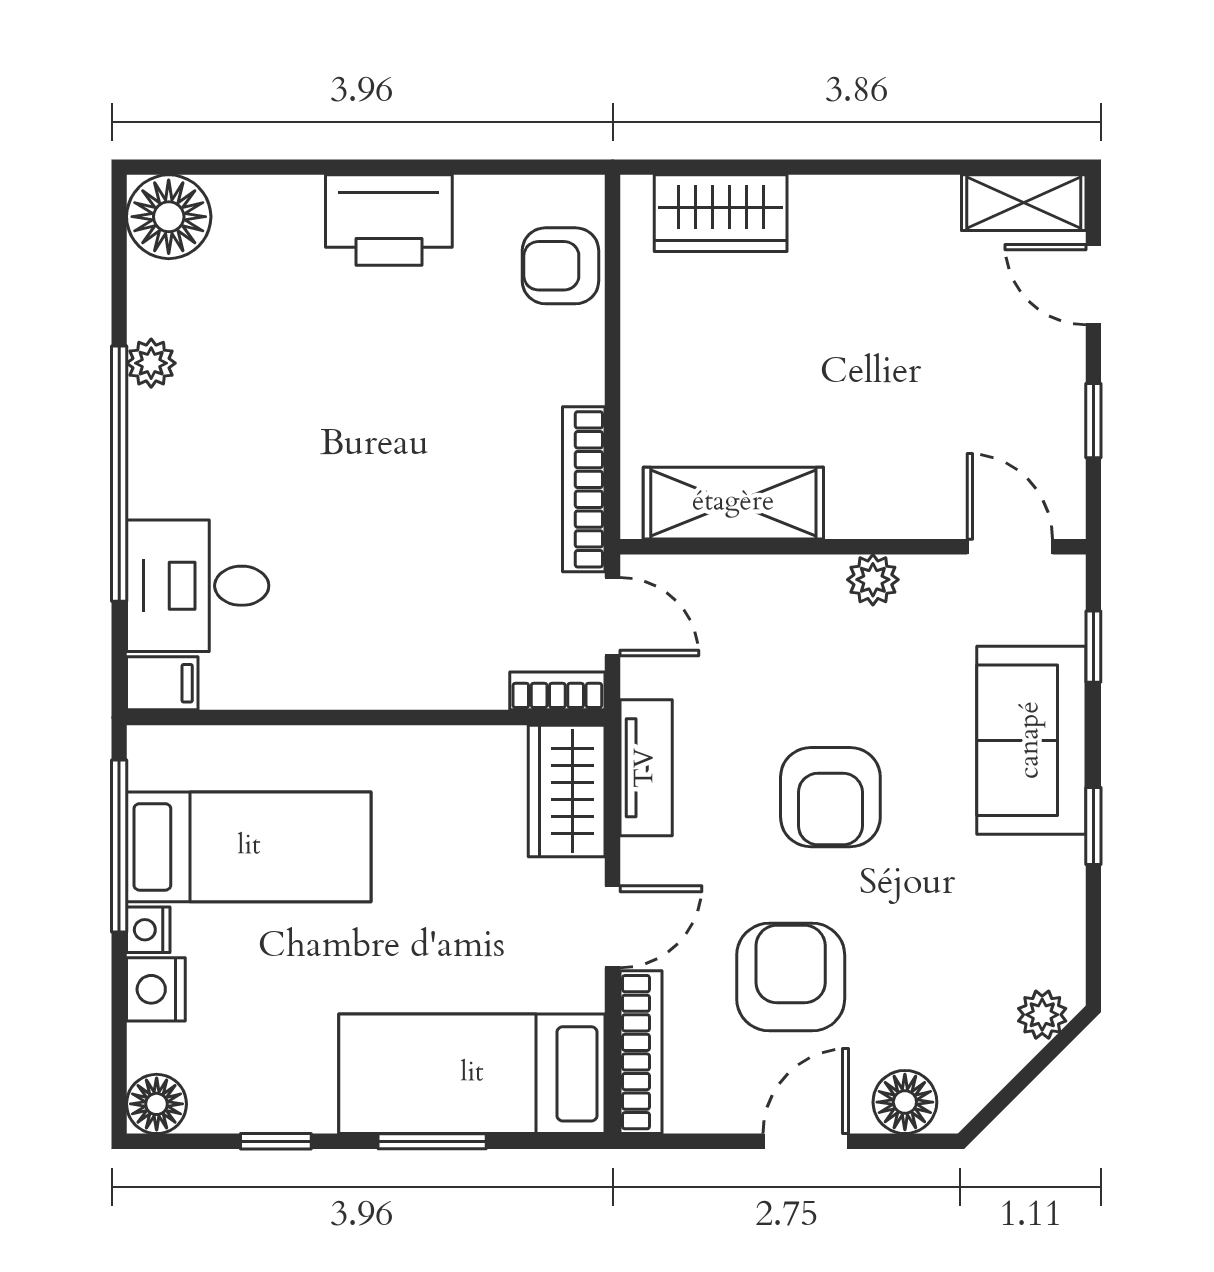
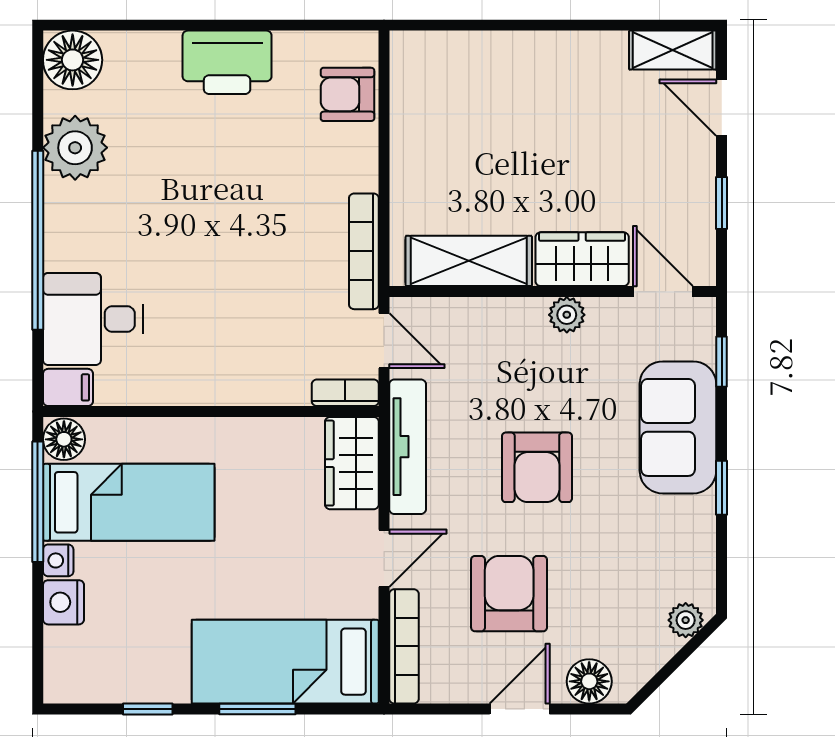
wardrobe: (721, 213) -> (582, 259), moved, turned 180
plant: (151, 363) -> (75, 148), width x1.88, depth x1.88
tv unit: (646, 768) -> (408, 447), width x1.41
floor lamp: (157, 1104) -> (64, 439), moved

